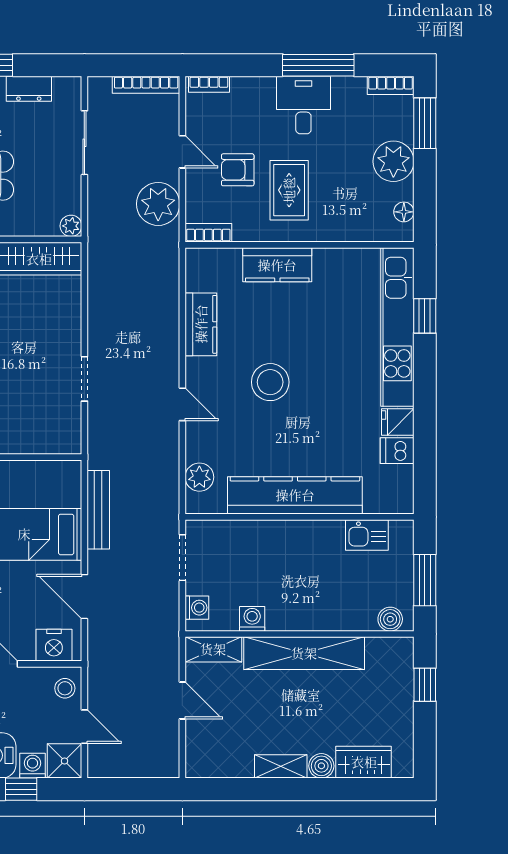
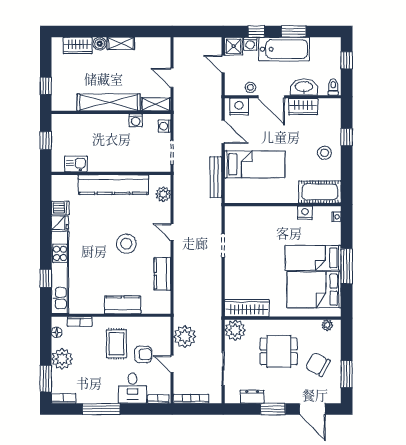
desk: (303, 105) -> (132, 388), moved
plant: (71, 226) -> (235, 330), width x1.88, depth x1.88
bookcase: (208, 233) -> (80, 322), moved
window: (425, 580) -> (46, 140), width x0.67
boiler: (390, 619) -> (64, 120), removed
stool: (65, 688) -> (250, 87), moved

